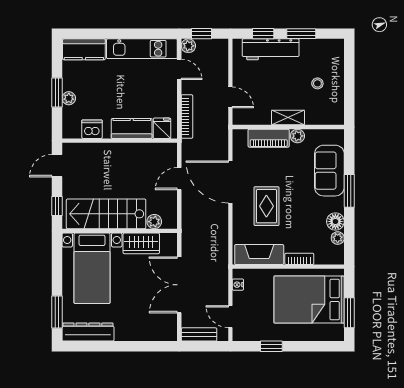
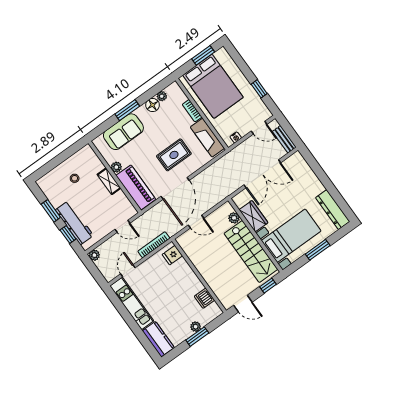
window: (201, 34) -> (96, 273), removed
plant: (188, 46) -> (94, 255), moved
door: (230, 97) -> (122, 226), swing flipped
kitchen counter: (132, 128) -> (186, 274), removed
piano: (269, 138) -> (136, 187), width x1.37, depth x1.33
window: (57, 312) -> (318, 250), moved
door: (230, 317) -> (259, 128), hinge flipped

